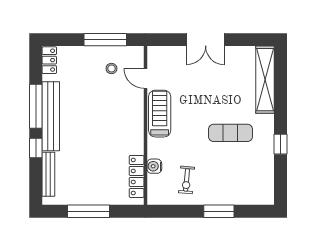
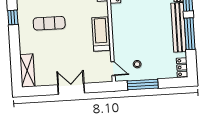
door: (145, 78) -> (113, 69), moved
shelving: (265, 80) -> (27, 71), width x0.68
treadmill: (160, 114) -> (101, 34), turned 180

